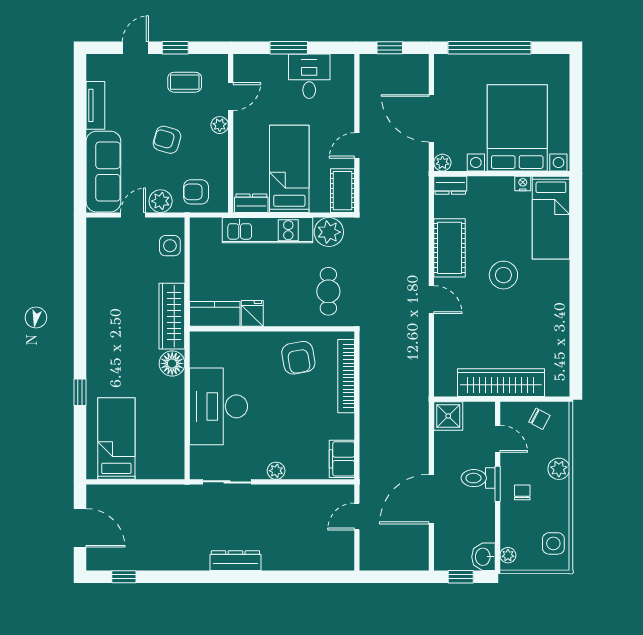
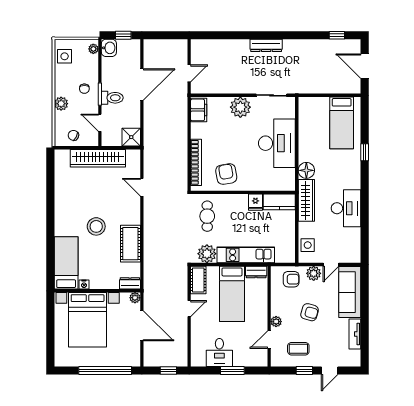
door: (431, 300) -> (142, 187), moved
desk: (109, 304) -> (346, 208), added
plant: (276, 471) -> (240, 107), width x1.88, depth x1.88

